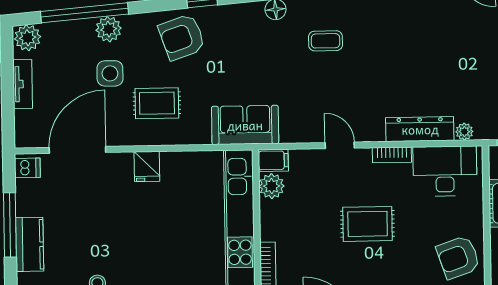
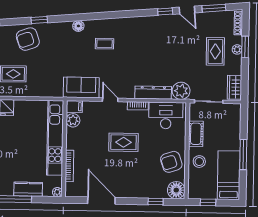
sofa: (245, 125) -> (81, 87), moved
plant: (464, 132) -> (181, 91), width x1.88, depth x1.88

